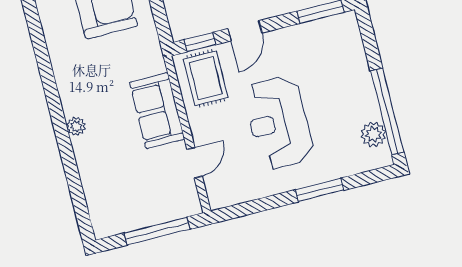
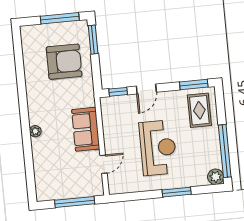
rug: (206, 78) -> (199, 110), moved
reception desk: (278, 123) -> (158, 148), turned 180
plant: (373, 134) -> (216, 177), moved

